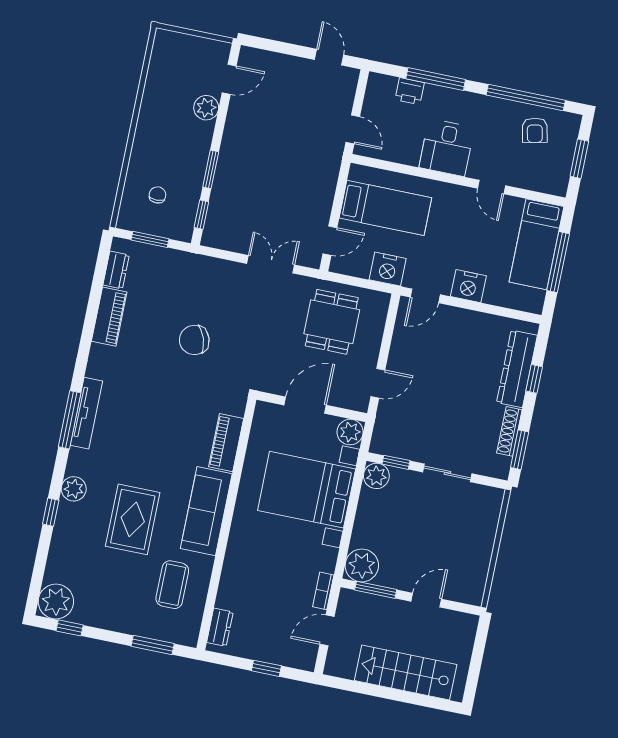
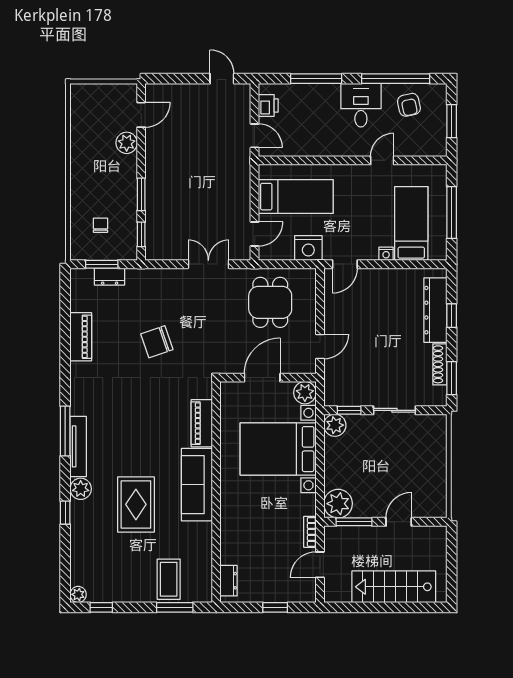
printer: (410, 91) -> (268, 105), moved, turned -90
desk: (447, 148) -> (361, 105), moved, turned 180
door: (491, 187) -> (382, 160), swing flipped
bed: (536, 244) -> (411, 223), moved, turned 180
dresser: (116, 270) -> (110, 277), moved, turned 90
nightstand: (468, 286) -> (386, 254), width x0.53, depth x0.56
tv unit: (86, 413) -> (78, 446), moved
coffee table: (172, 585) -> (169, 579), moved
plant: (56, 602) -> (78, 594), width x0.53, depth x0.53

